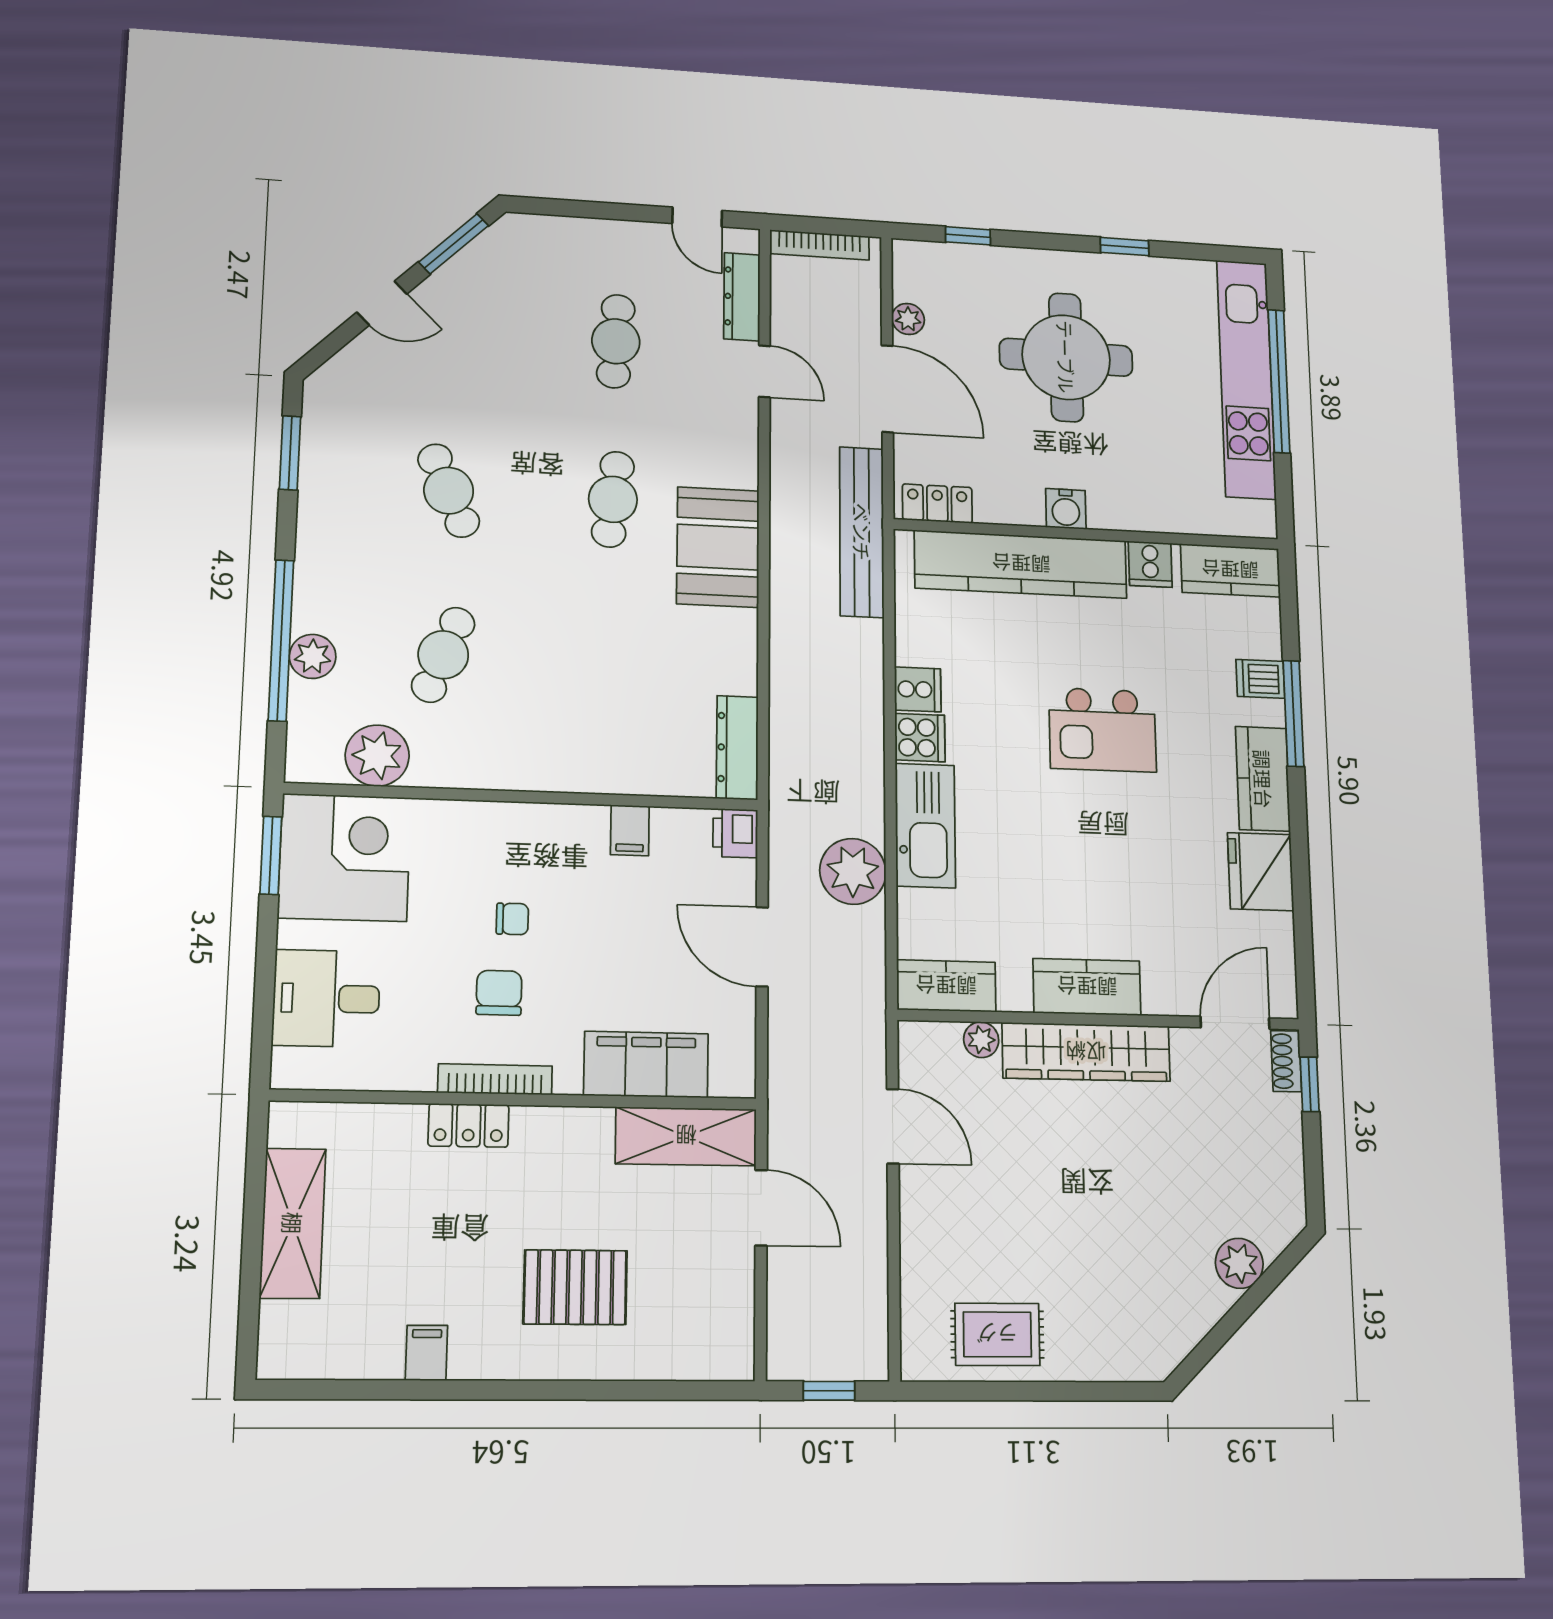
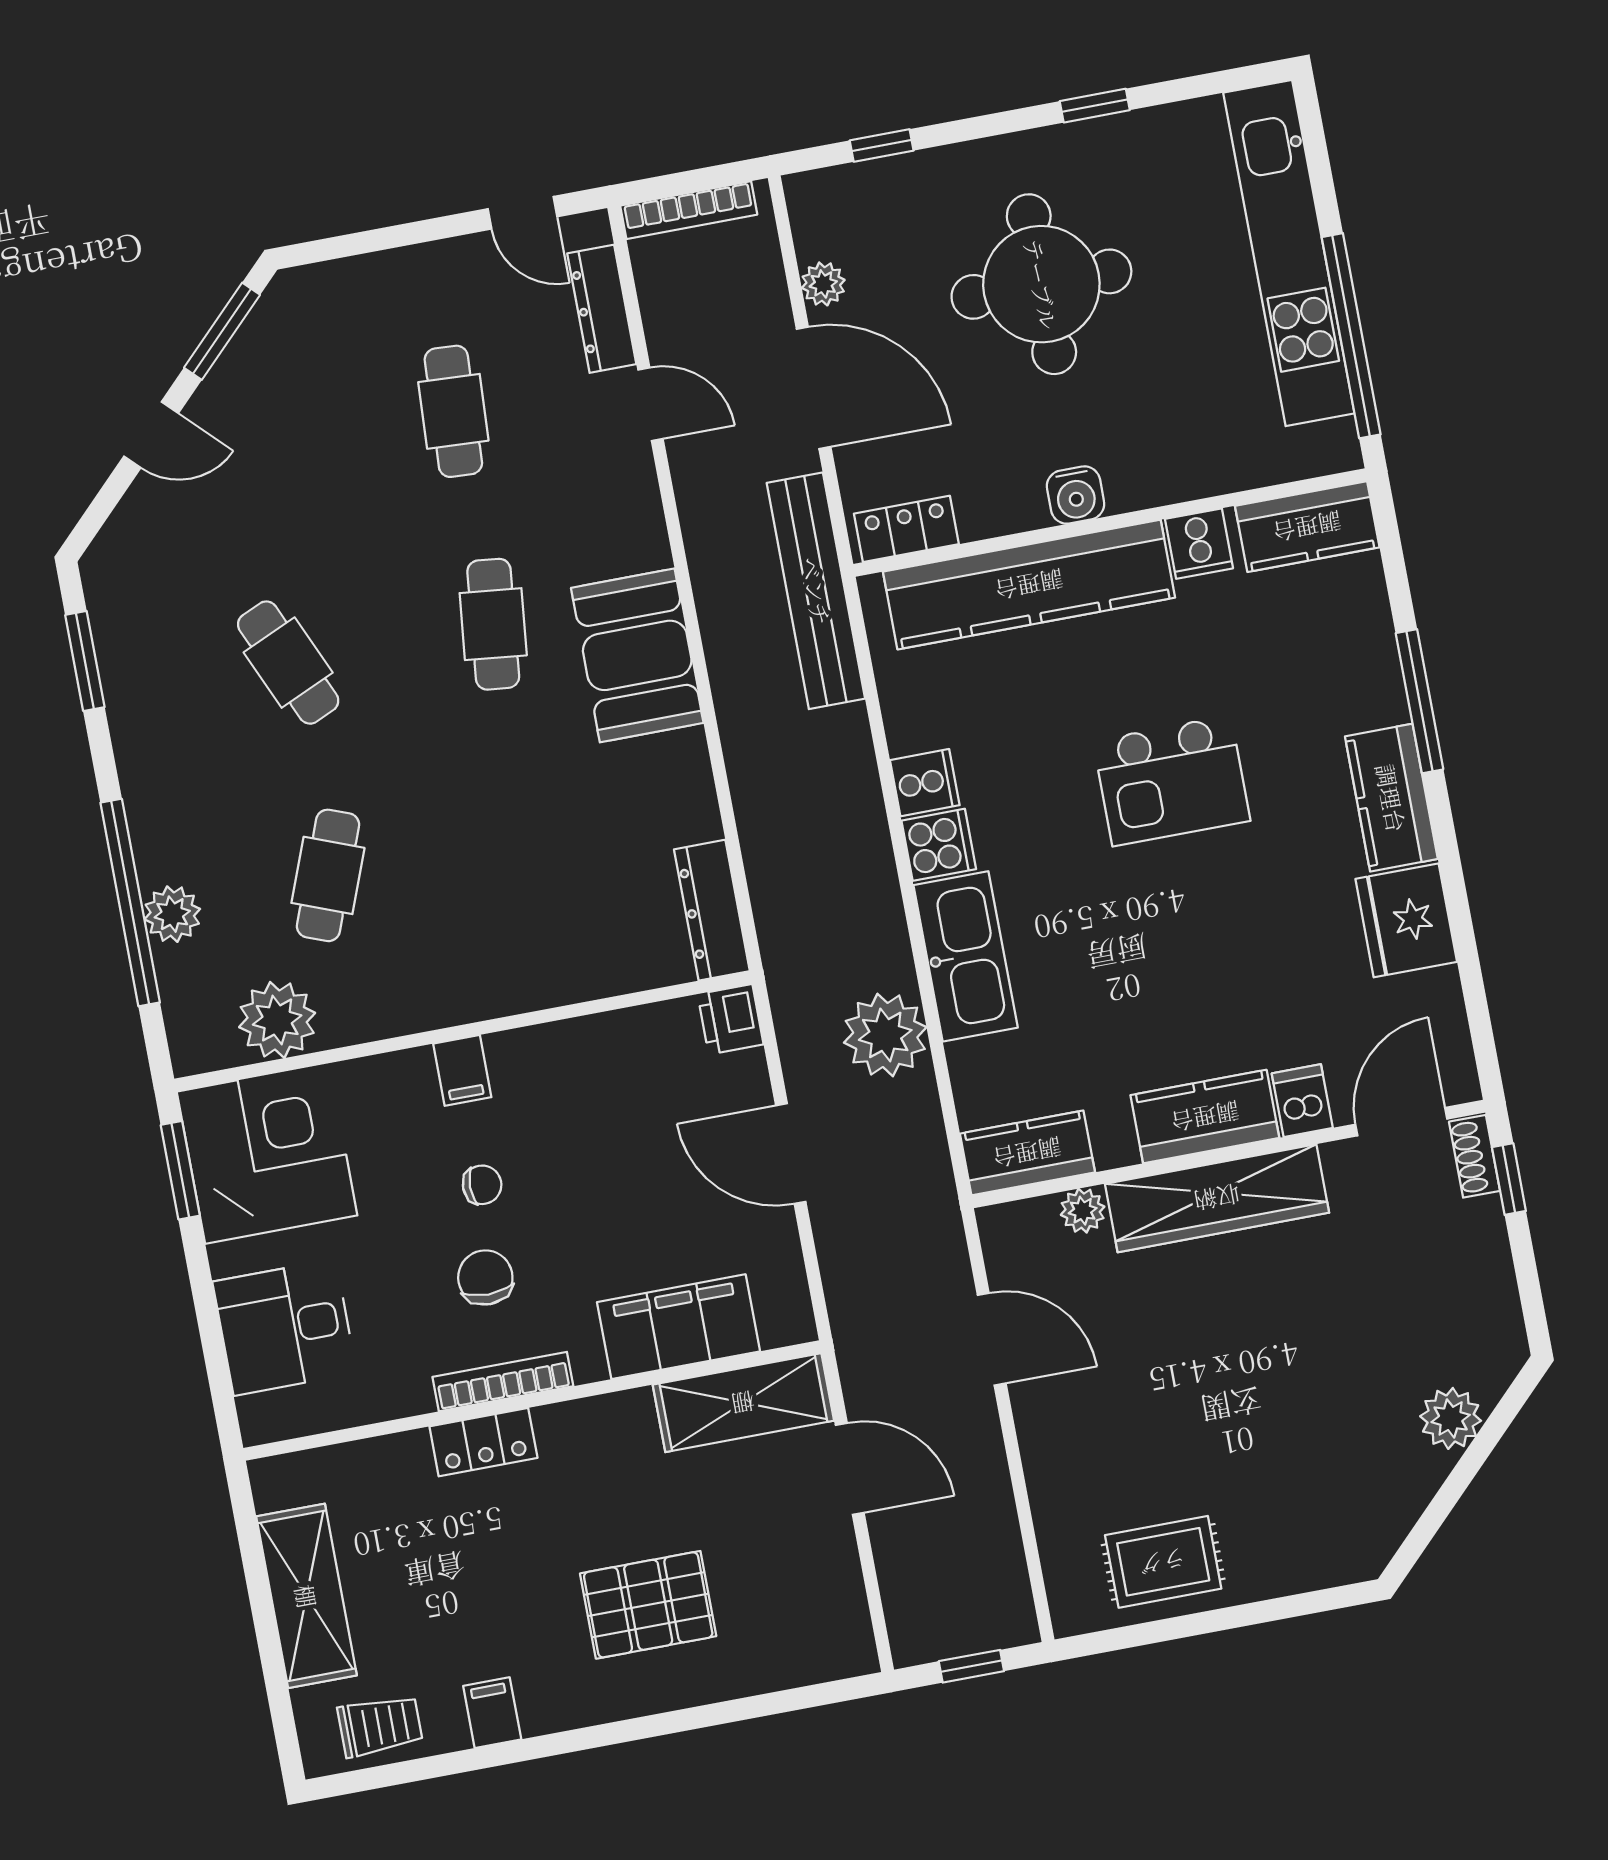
window: (1279, 381) -> (1351, 336), moved
dishwasher: (1260, 679) -> (1302, 1101), moved, turned 90
filing cabinet: (630, 830) -> (462, 1070), moved
trolley: (329, 1346) -> (380, 1726), added

